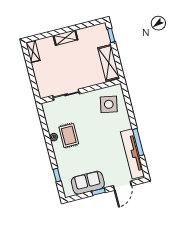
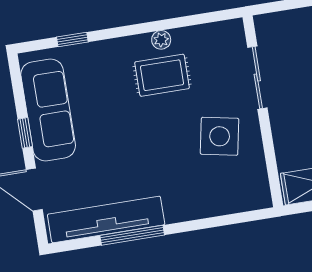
side table: (109, 104) -> (220, 136), moved
sofa: (88, 183) -> (48, 110), width x1.36

